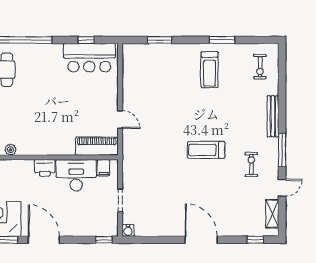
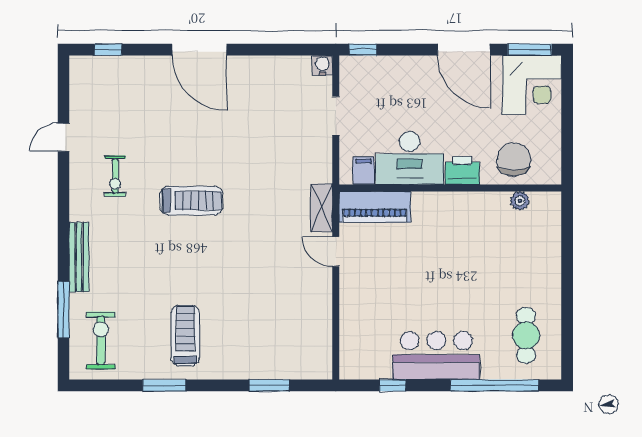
bar counter: (89, 58) -> (436, 356), moved
exercise bike: (260, 67) -> (101, 340), width x1.38, depth x1.39
window: (282, 150) -> (64, 310), moved
chair: (14, 174) -> (514, 160), added
shelving: (272, 214) -> (322, 208), moved

